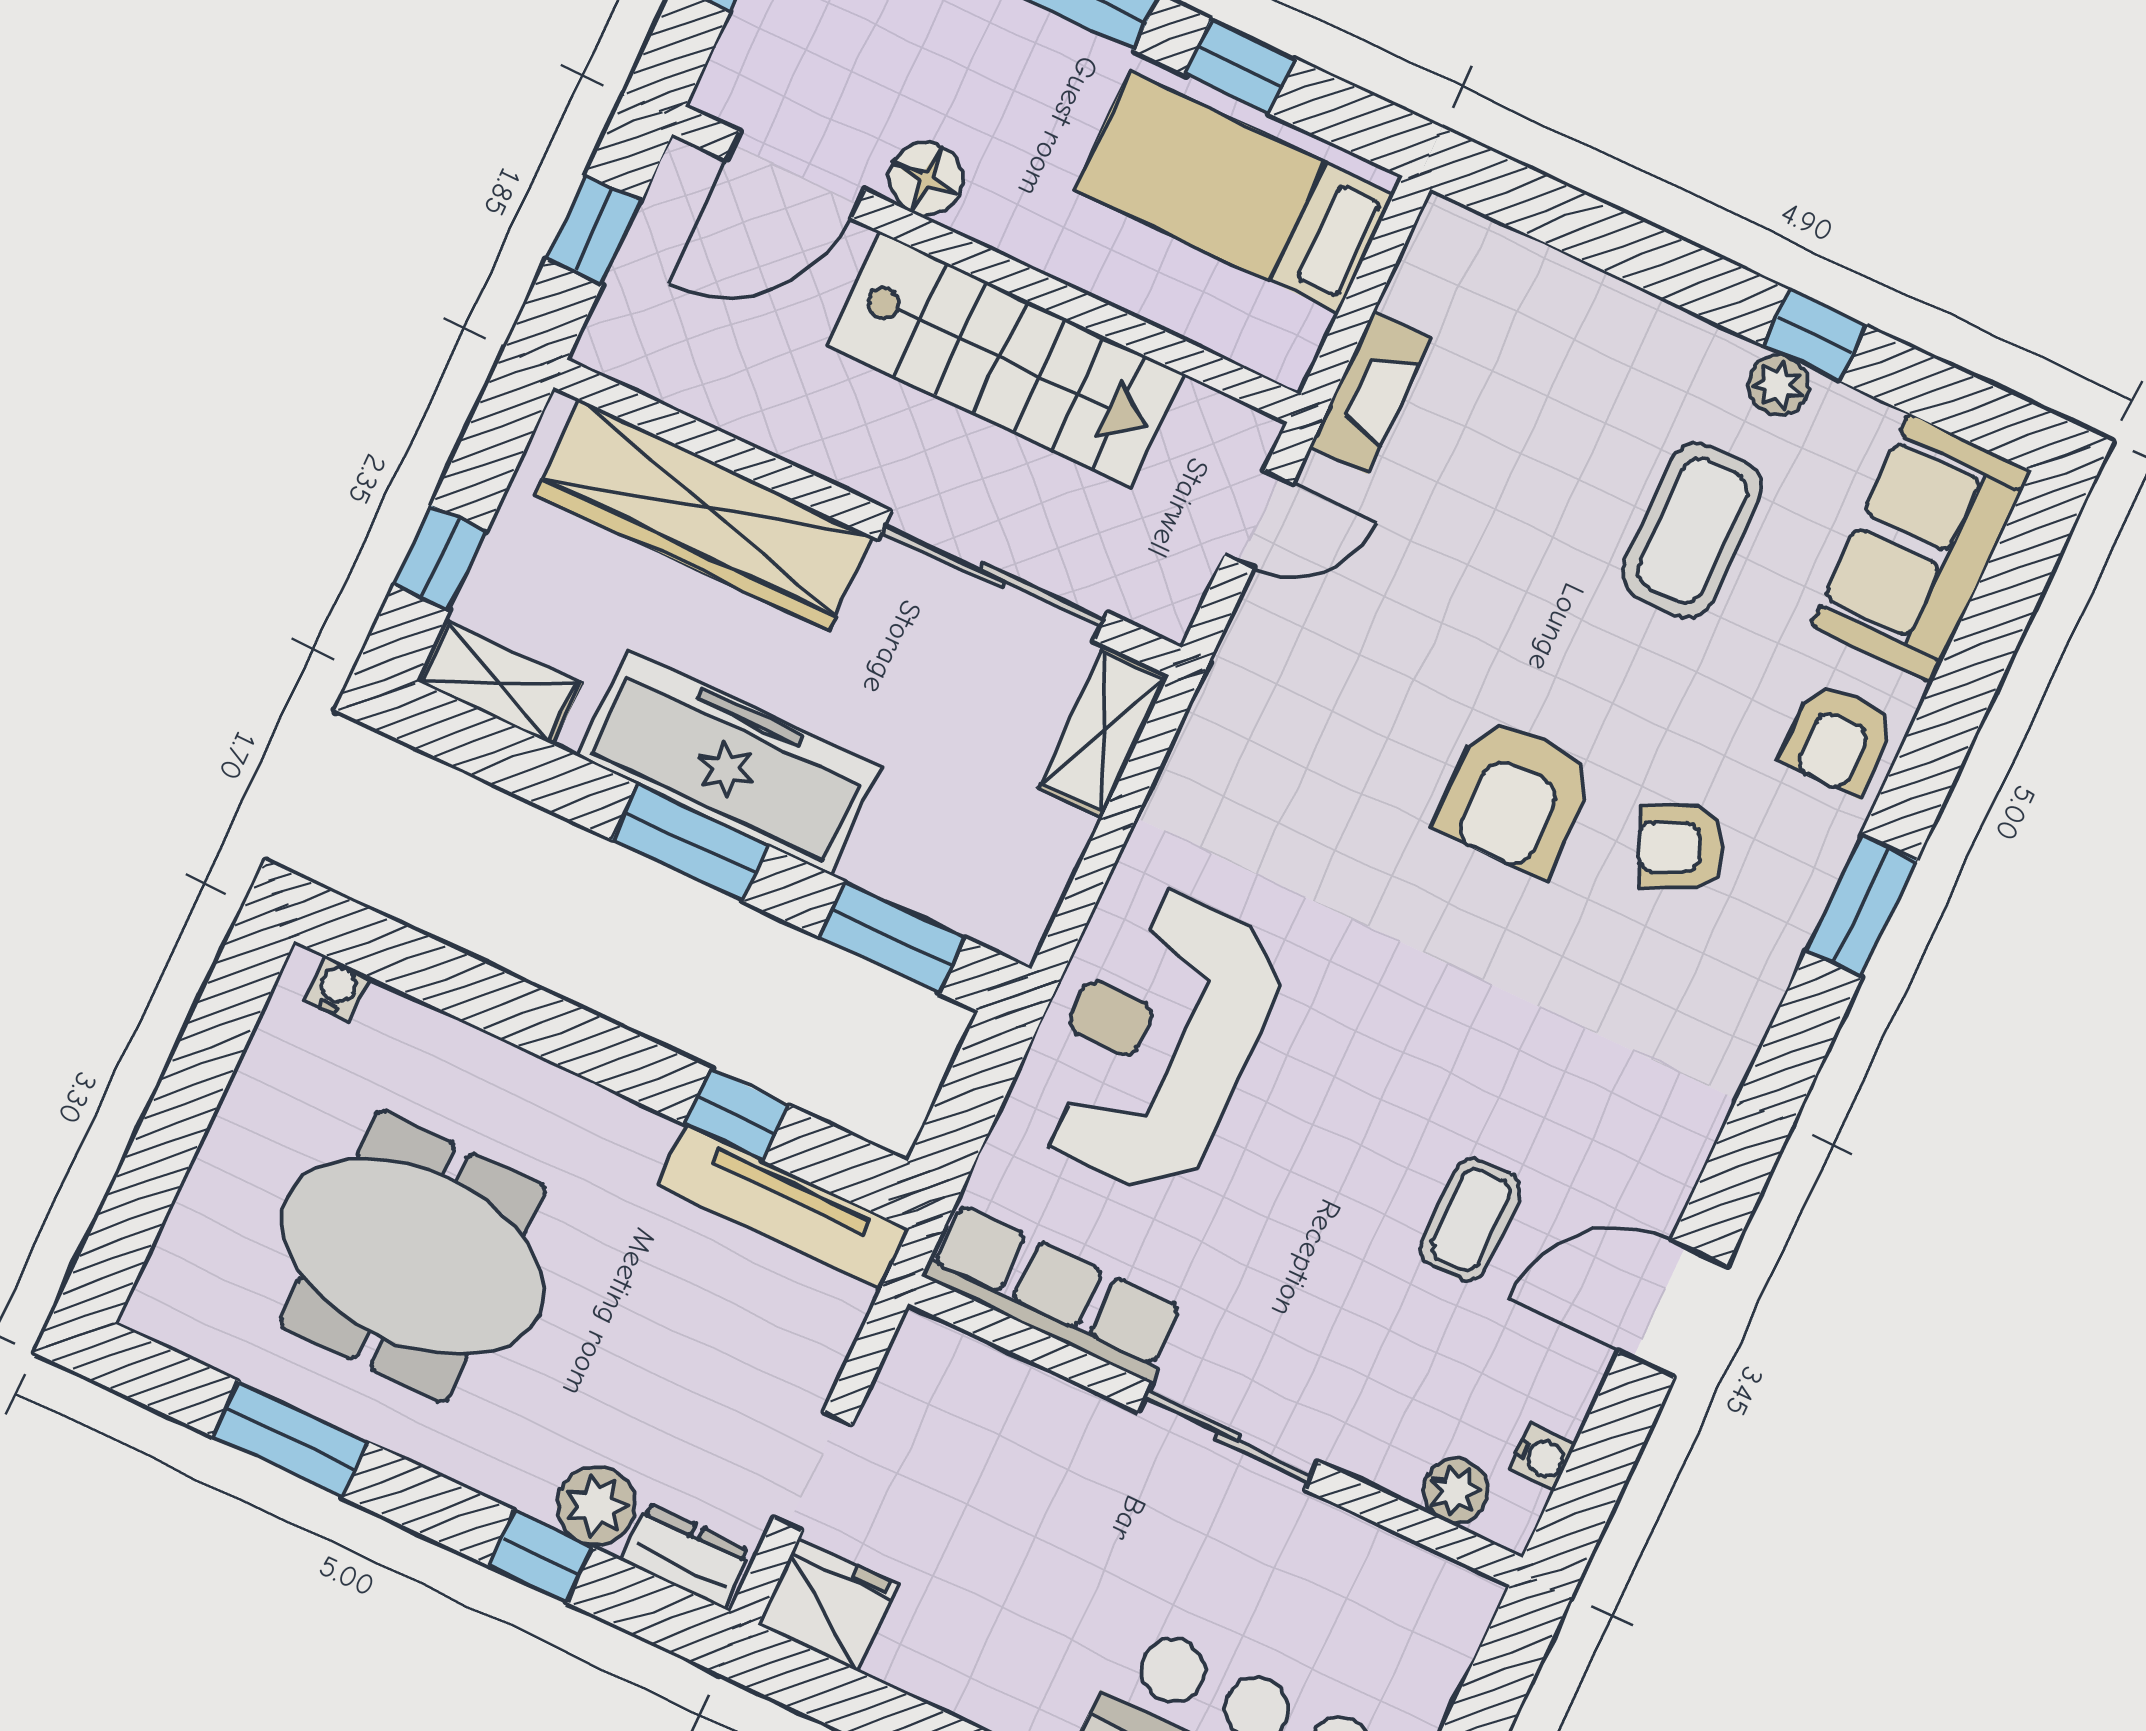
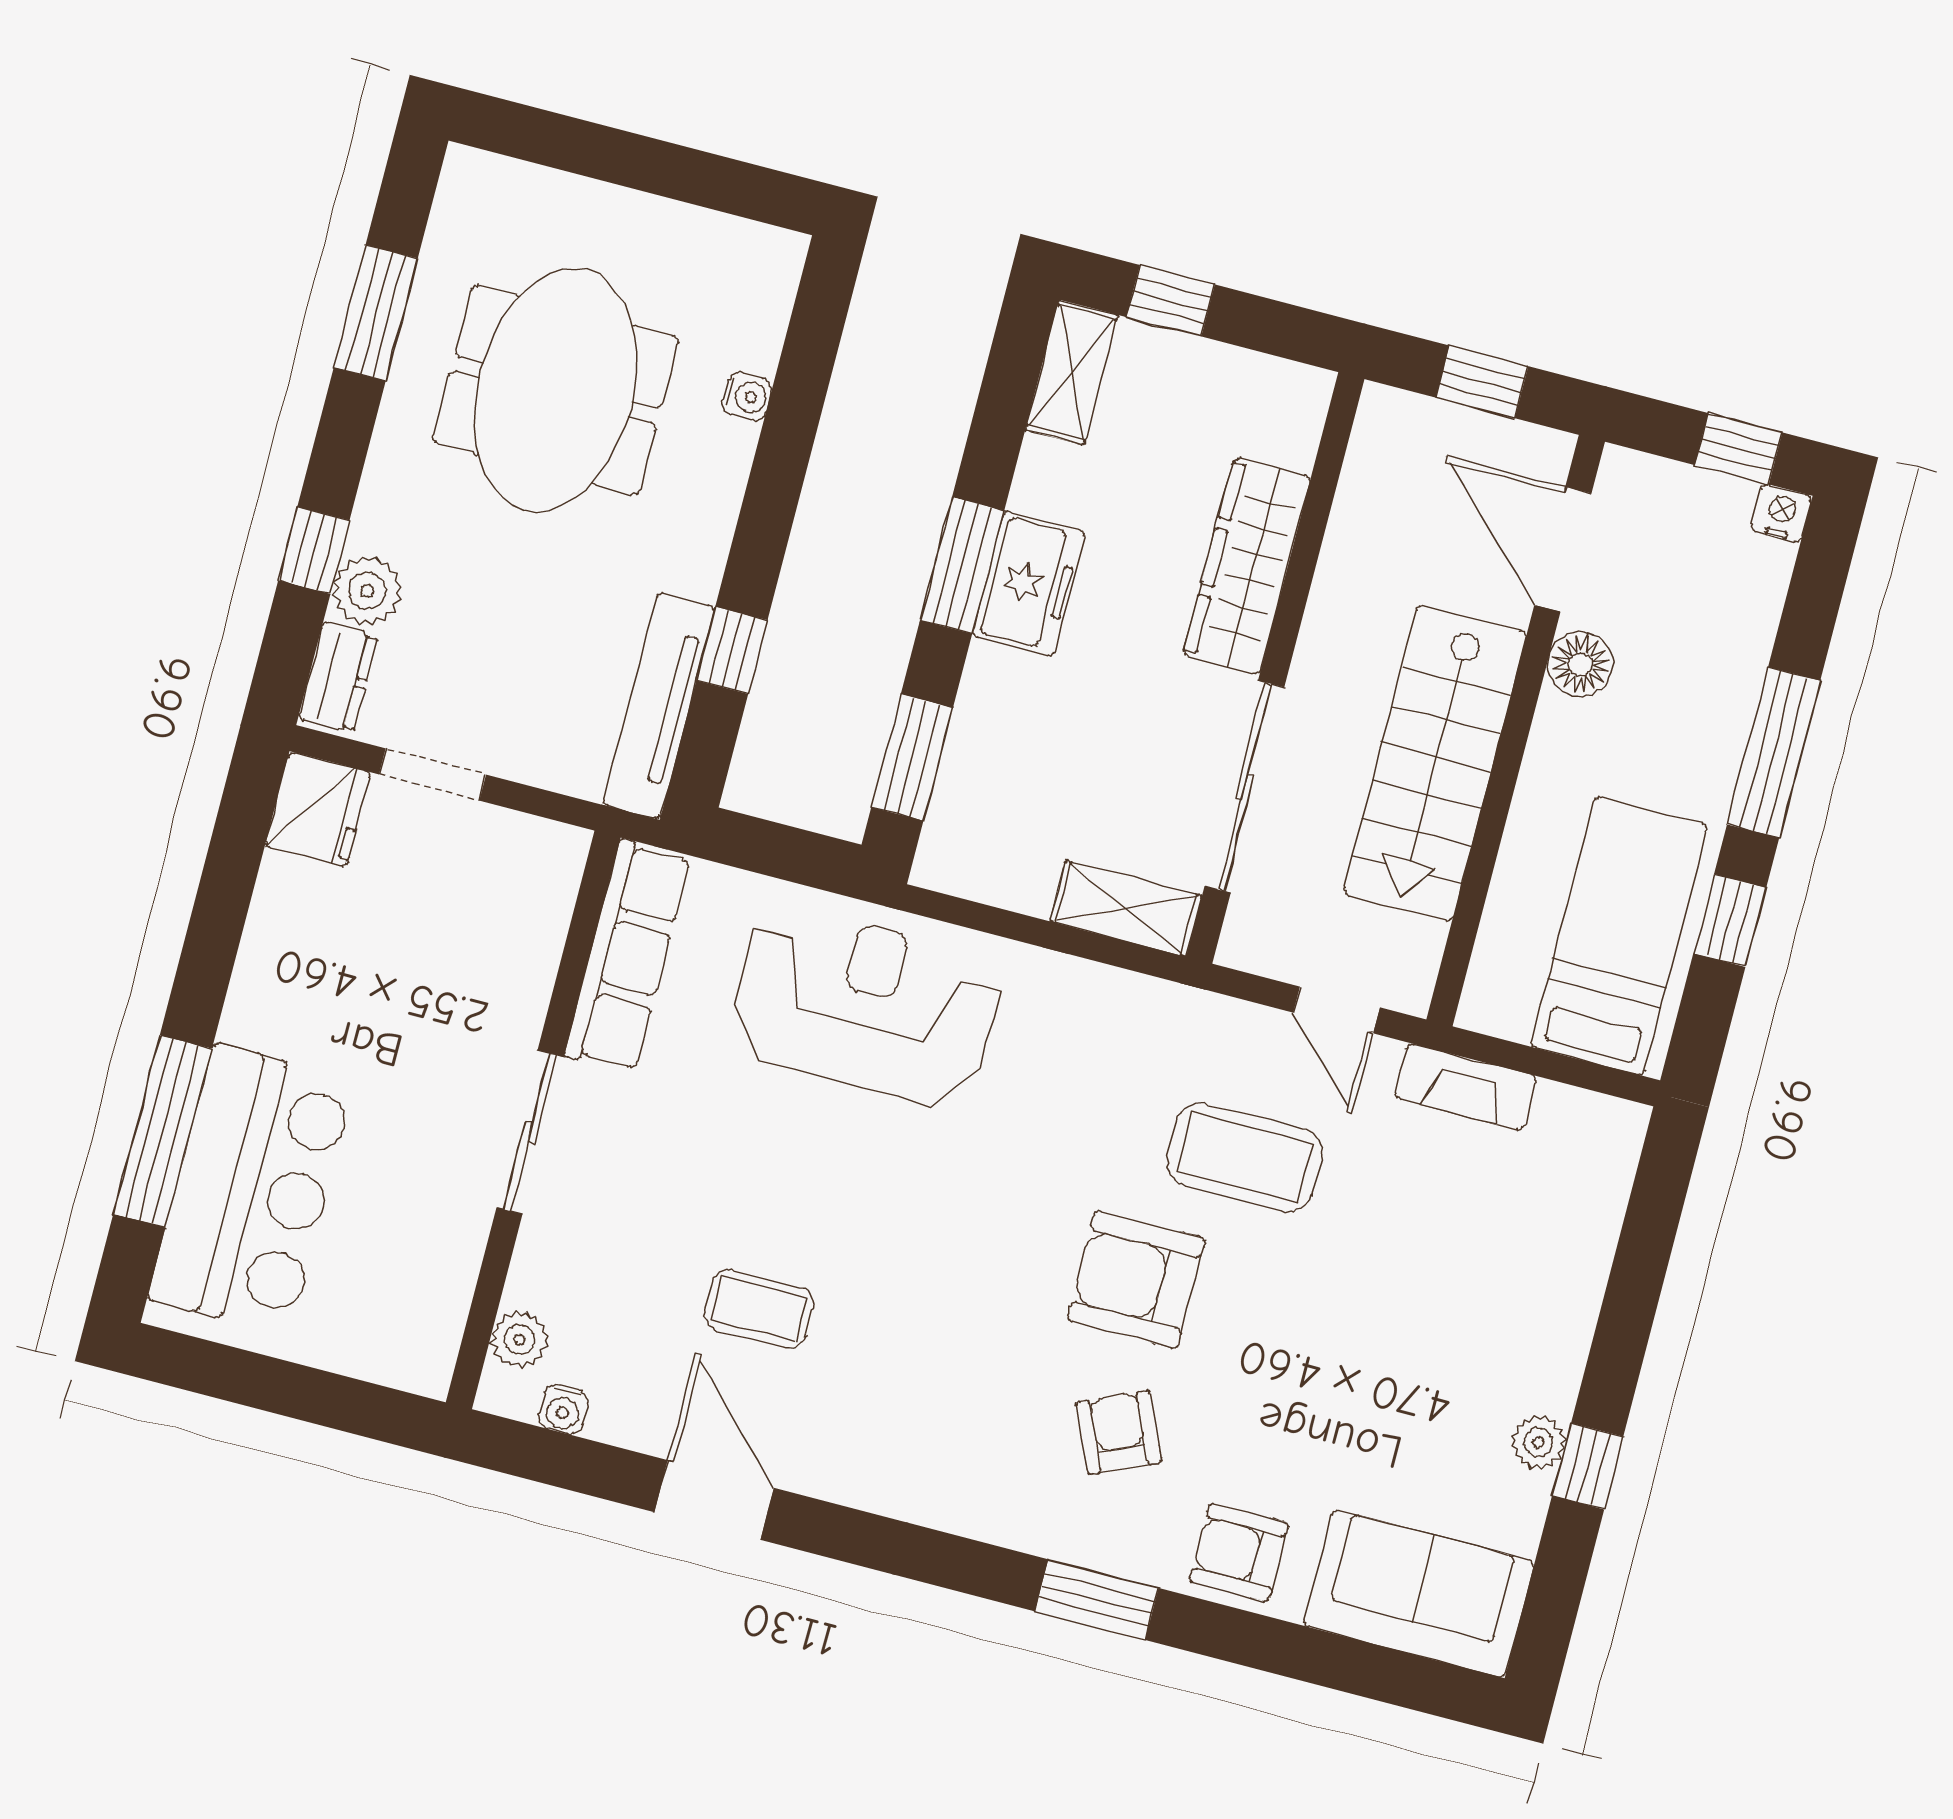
wardrobe: (704, 515) -> (1247, 566), width x0.71, depth x0.85
coffee table: (1692, 531) -> (1245, 1157), moved
freezer: (729, 761) -> (1029, 584), width x0.52, depth x0.79
water cooler: (337, 988) -> (747, 396), moved

